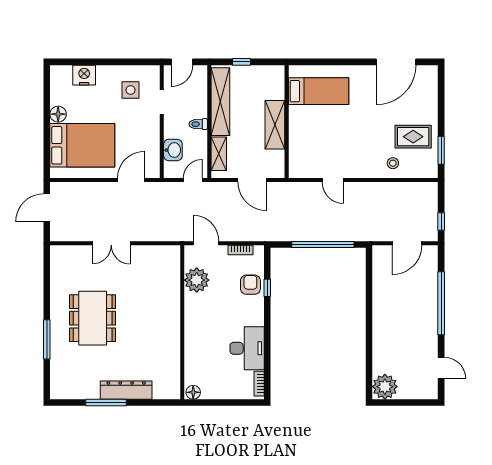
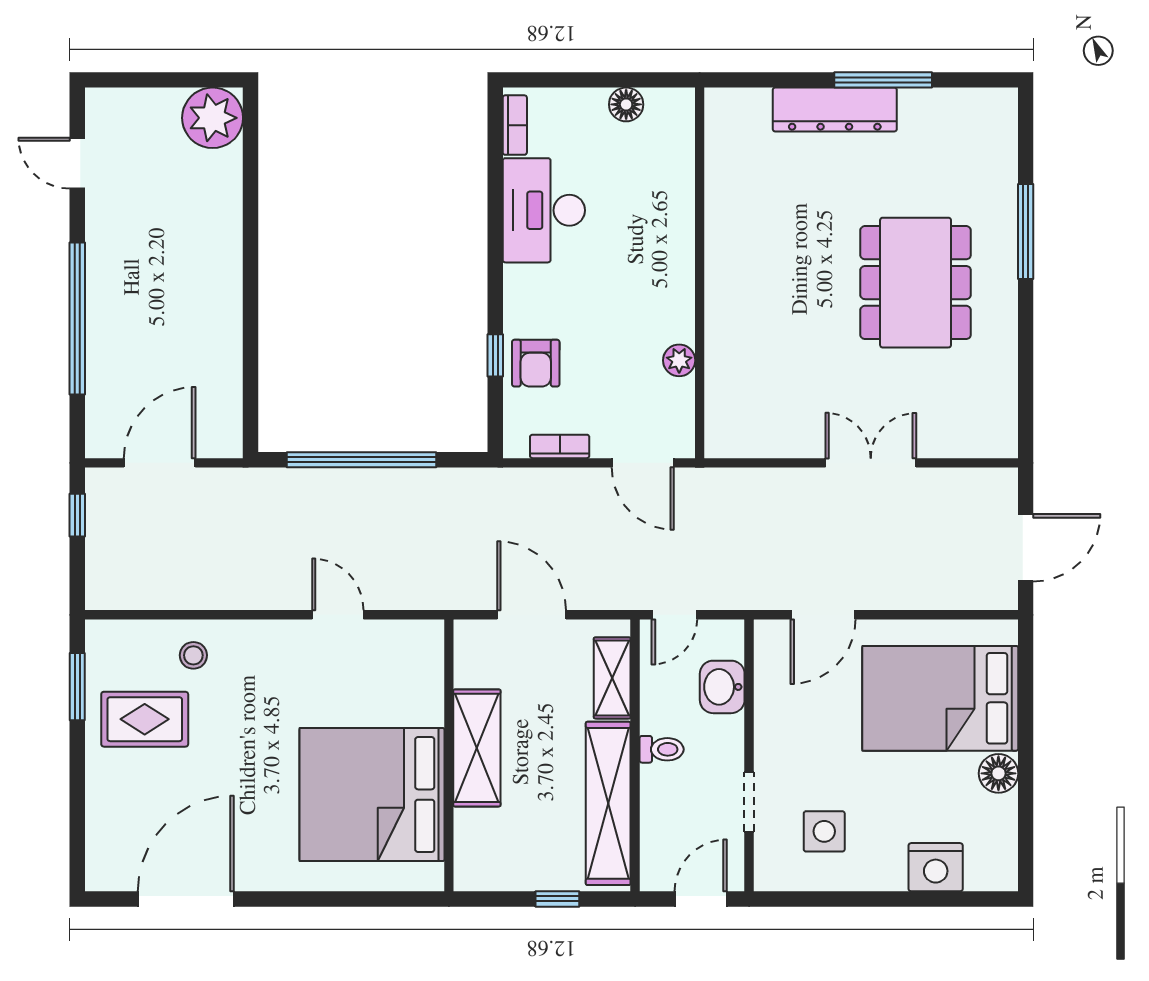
bed: (319, 91) -> (372, 795), width x2.04
plant: (197, 280) -> (679, 360), width x0.53, depth x0.53
floor lamp: (193, 392) -> (626, 104), moved

